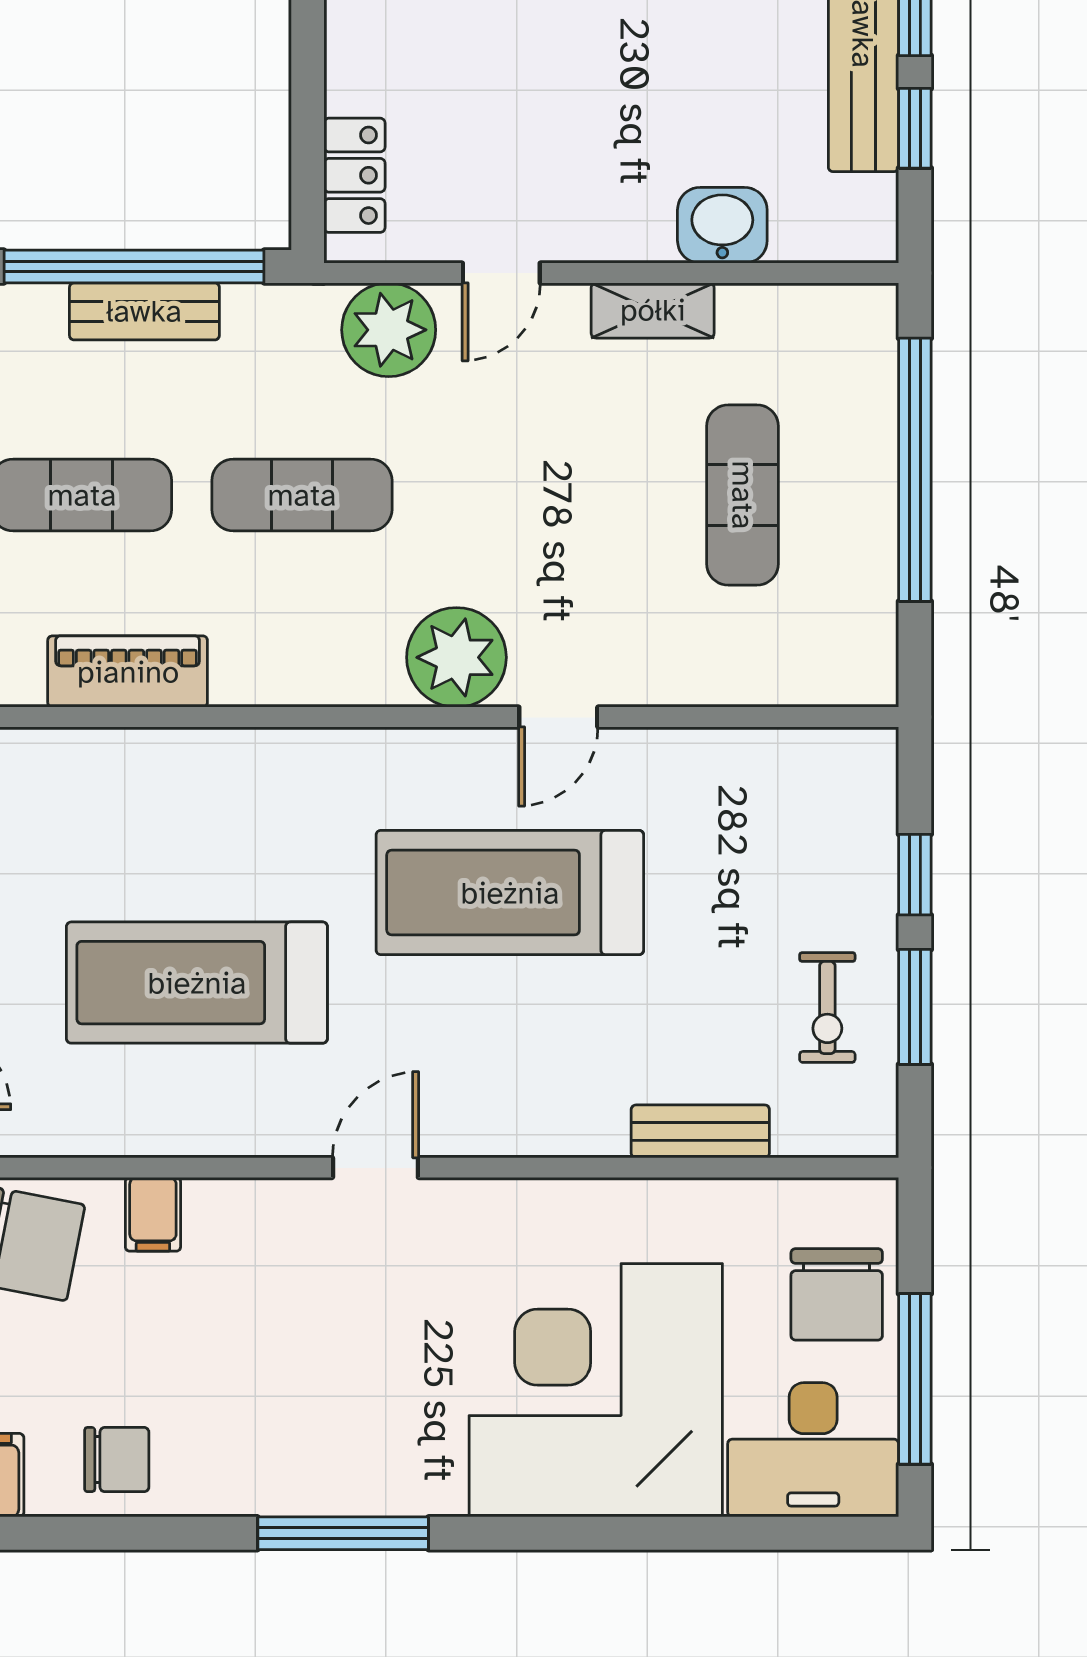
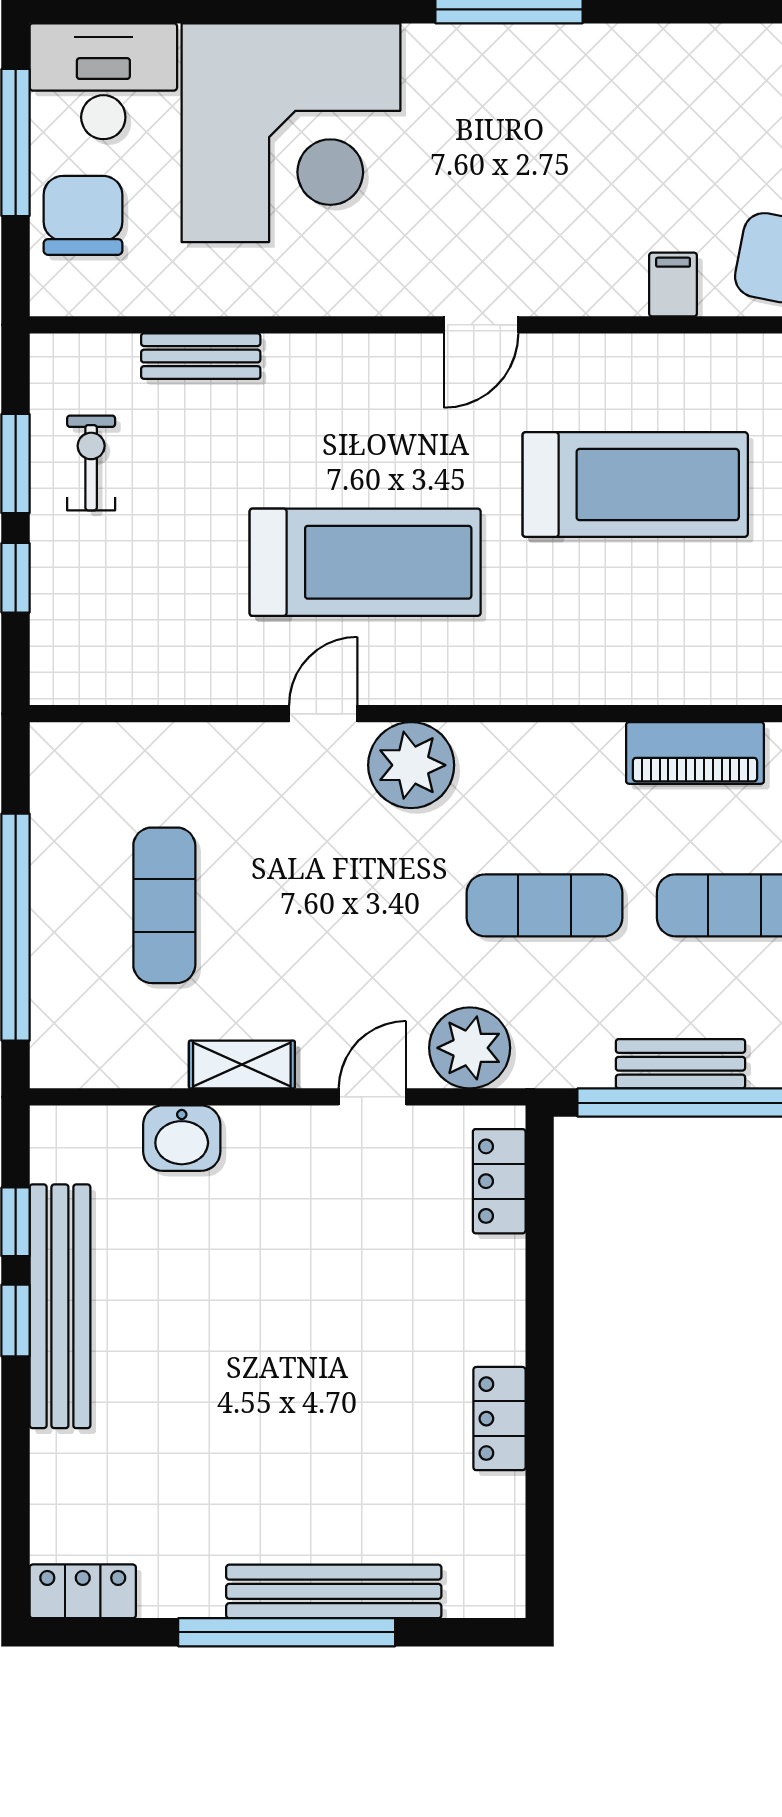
chair: (117, 1460) -> (704, 73), removed

